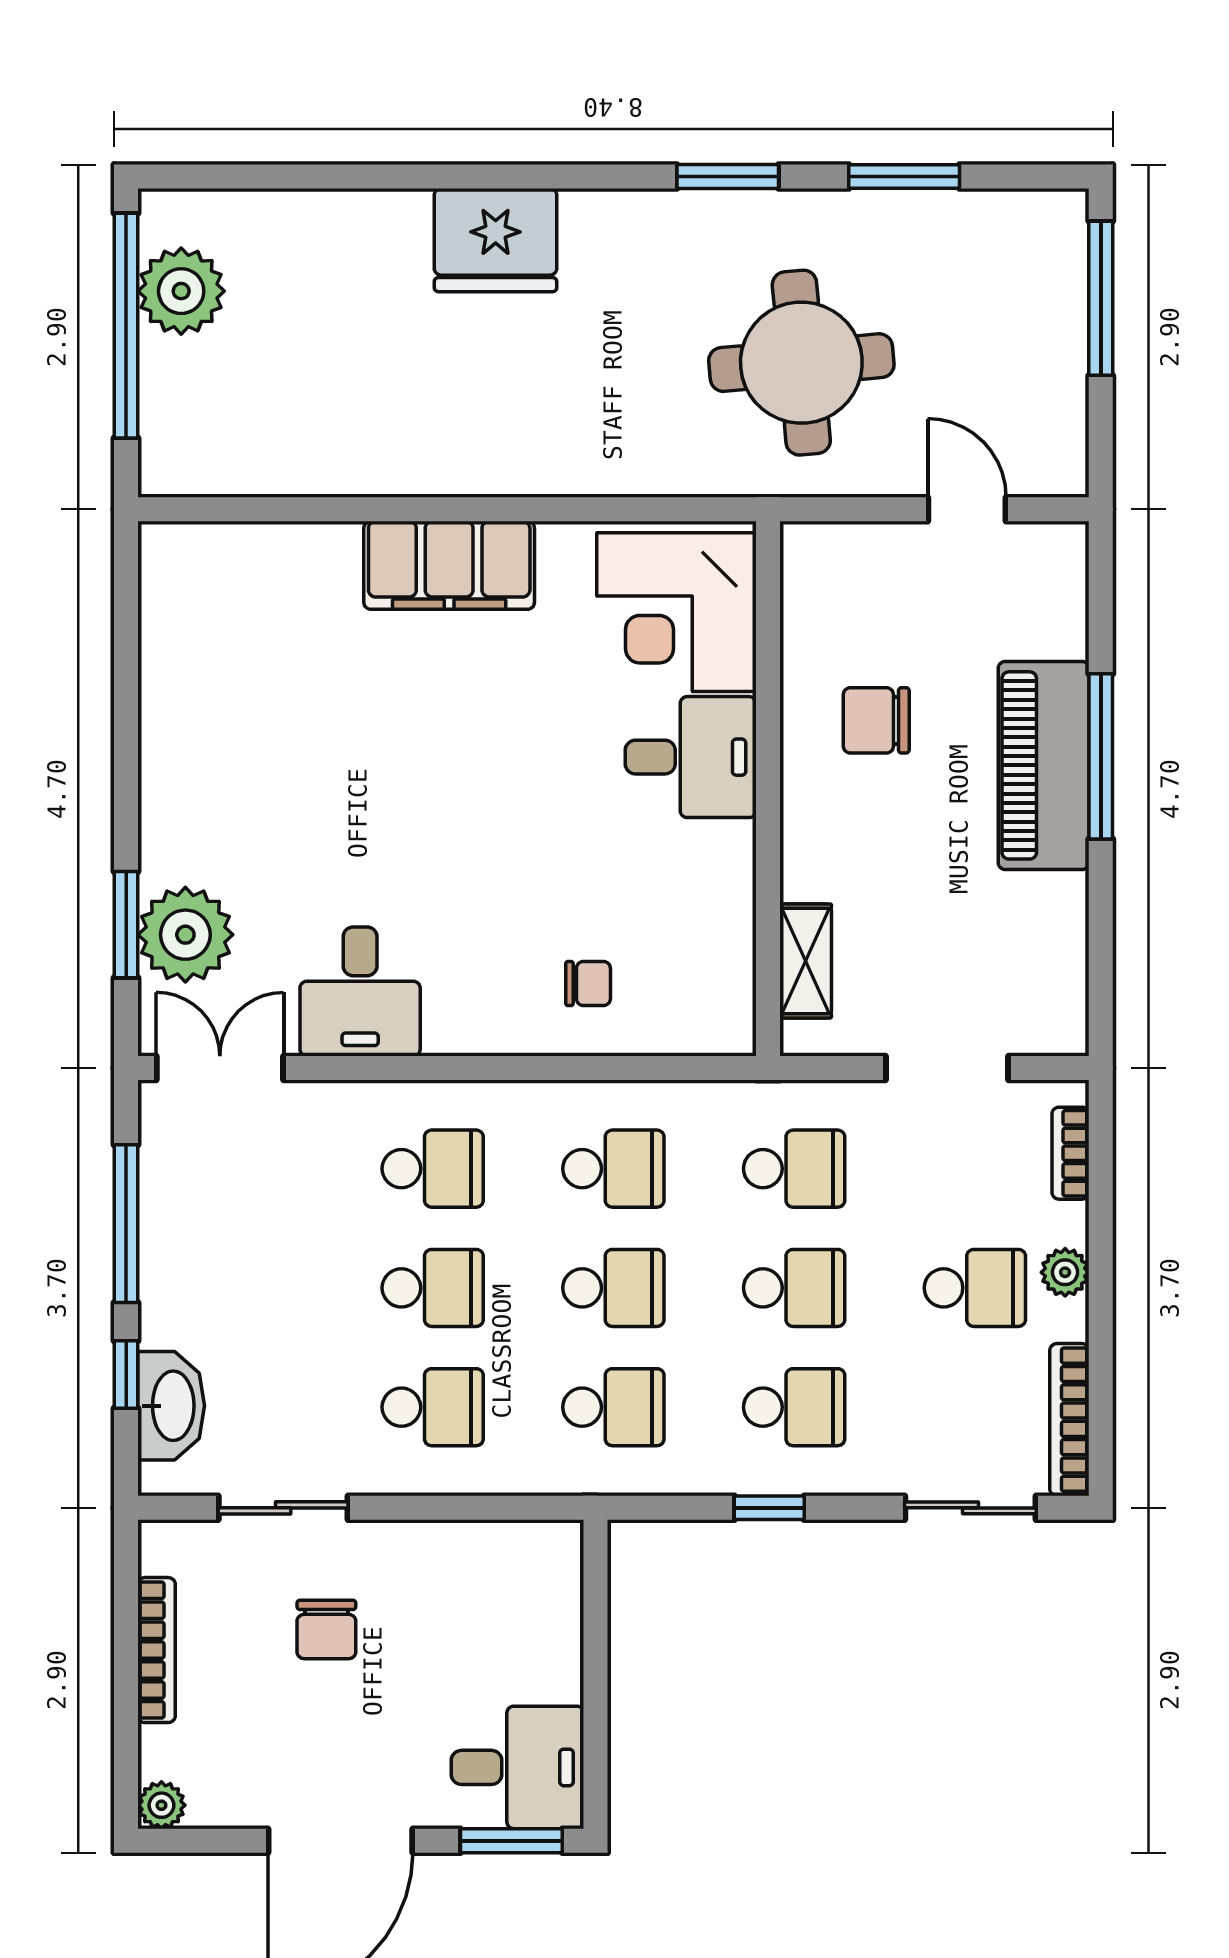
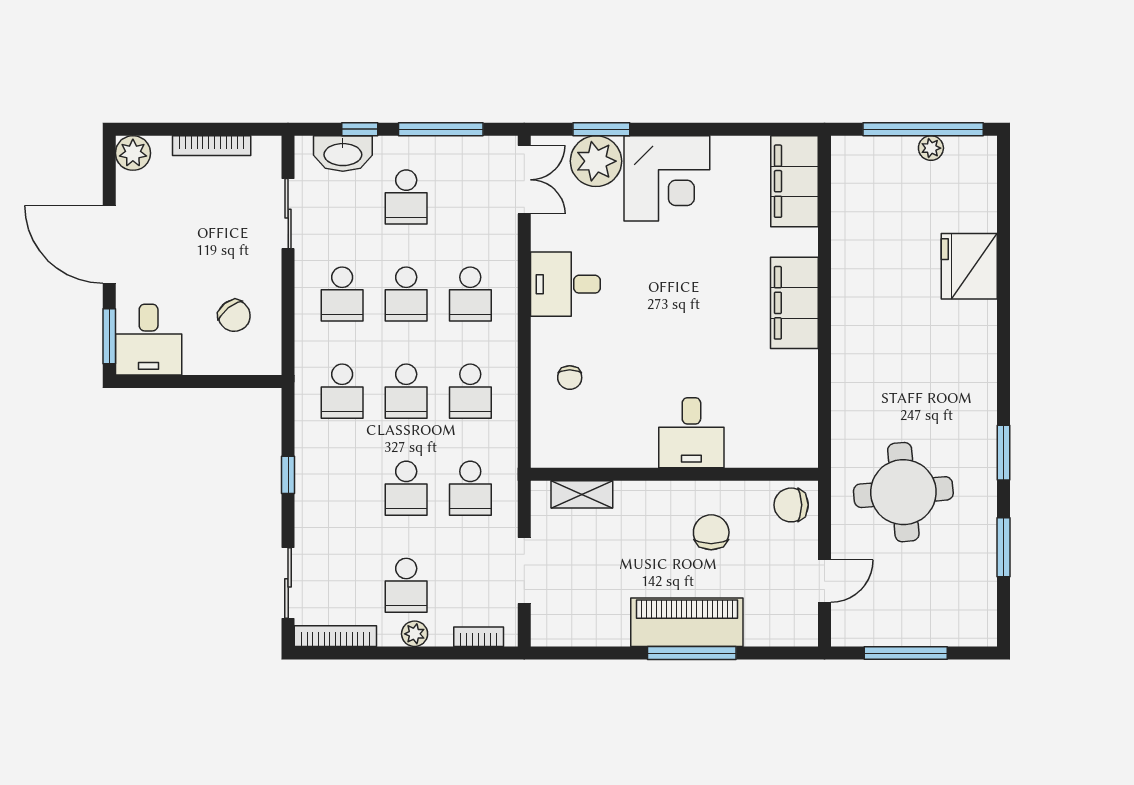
fridge: (496, 240) -> (969, 266), moved
plant: (181, 291) -> (931, 148), width x0.53, depth x0.53
window: (1101, 298) -> (906, 653), moved
filing cabinet: (223, 565) -> (795, 181), added
chair: (825, 572) -> (791, 505), added
corner desk: (677, 612) -> (667, 178), moved, turned 180
desk: (360, 991) -> (565, 284), moved
school desk: (794, 1407) -> (406, 197), moved
chair: (326, 1629) -> (234, 316), moved, turned -128
plant: (161, 1805) -> (133, 153), width x1.38, depth x1.38

